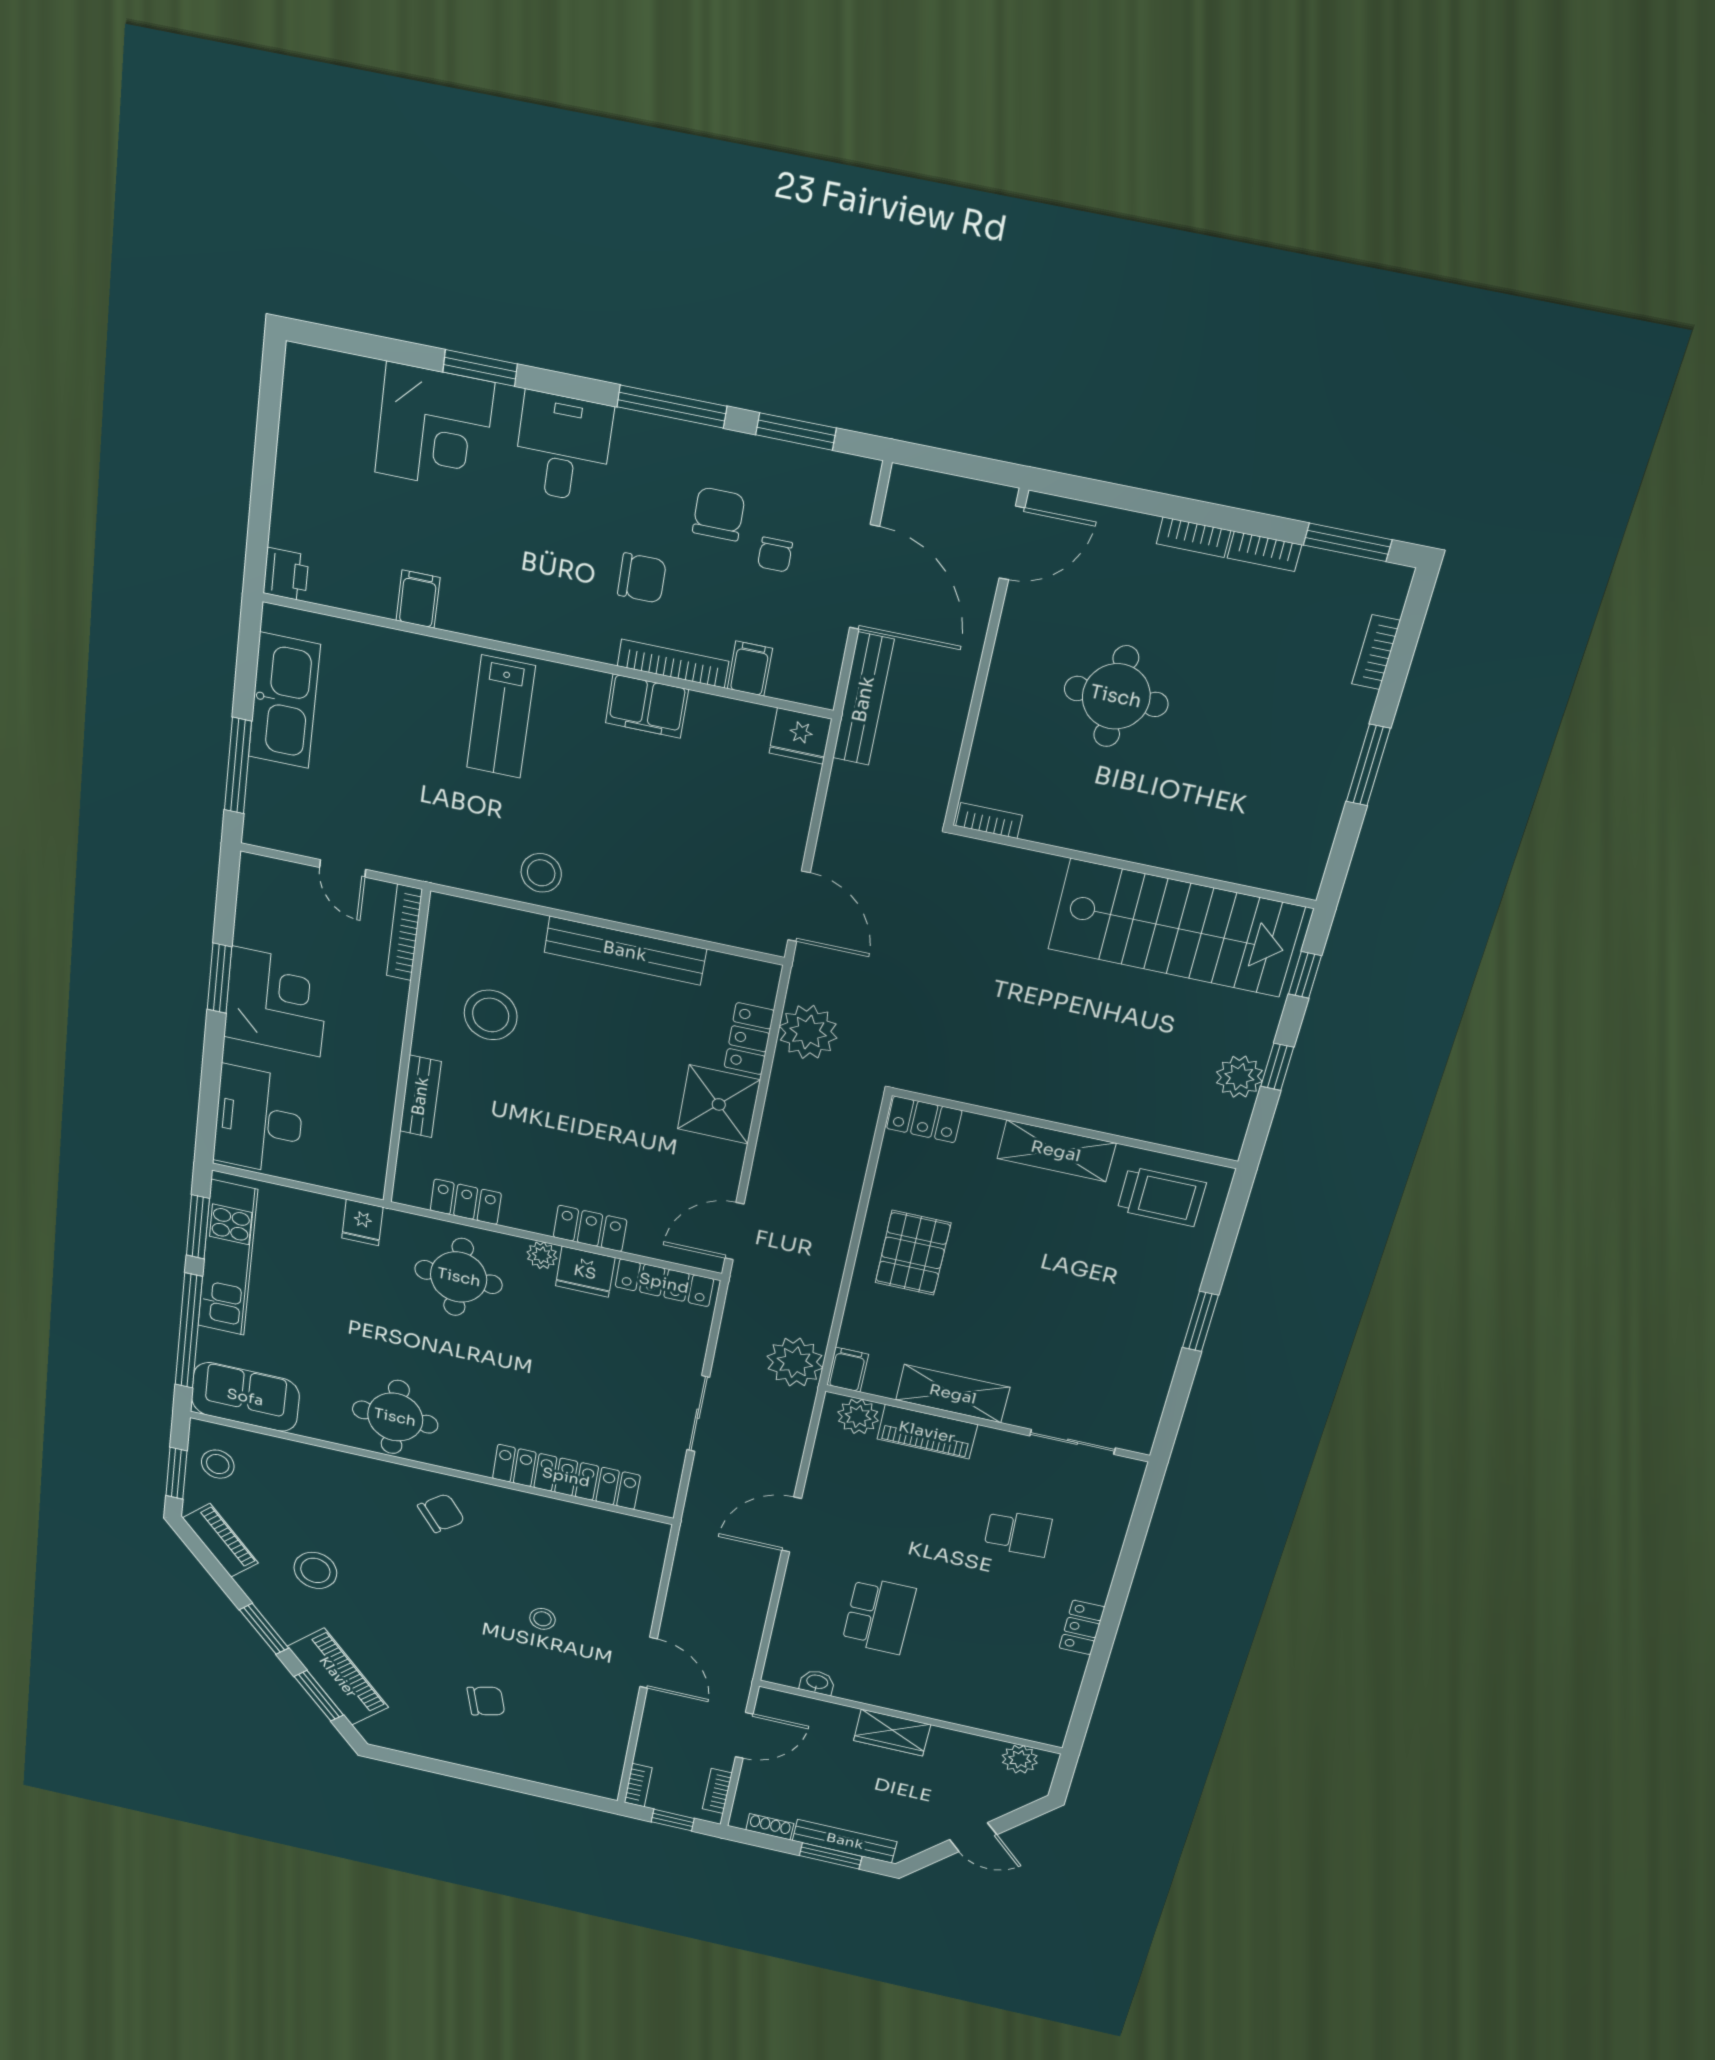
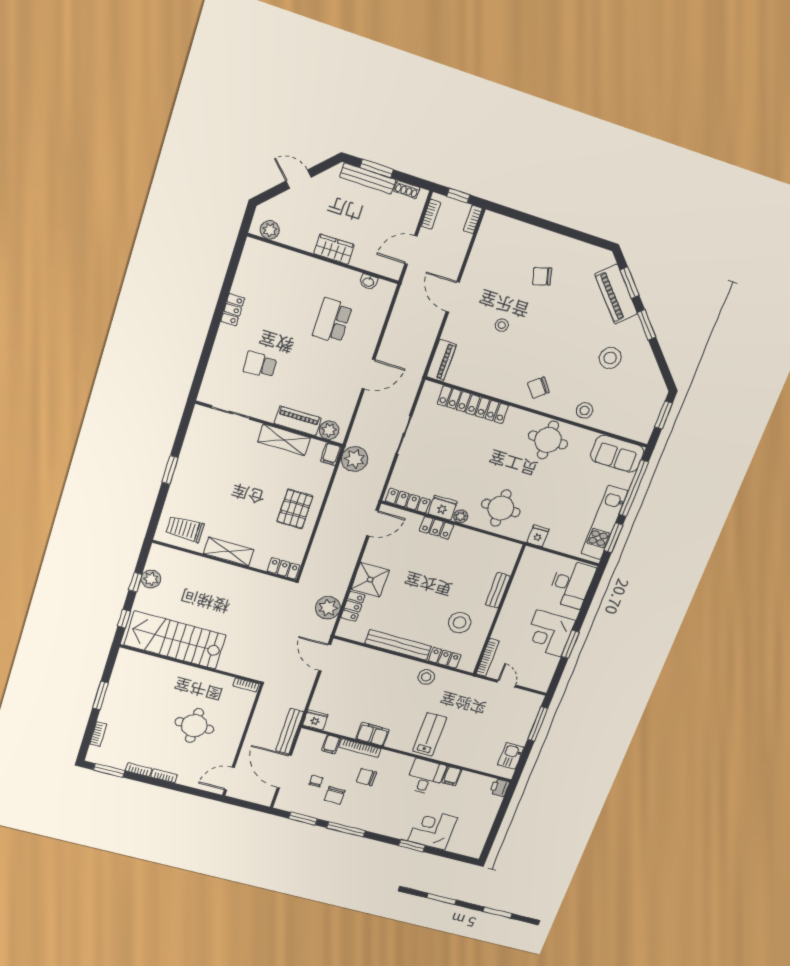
desk: (563, 447) -> (426, 777), moved, turned 180
kitchen sink: (284, 701) -> (511, 756), width x0.53, depth x0.81
locker: (466, 1202) -> (445, 658), moved, turned 180
stool: (218, 1464) -> (585, 410), moved
piano: (220, 1540) -> (441, 360), moved, turned -137

